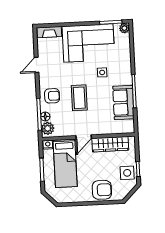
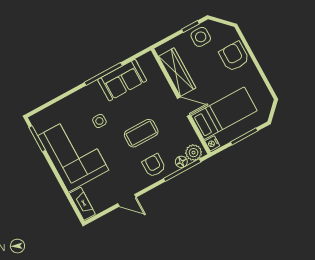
plant: (124, 28) -> (36, 120), removed

